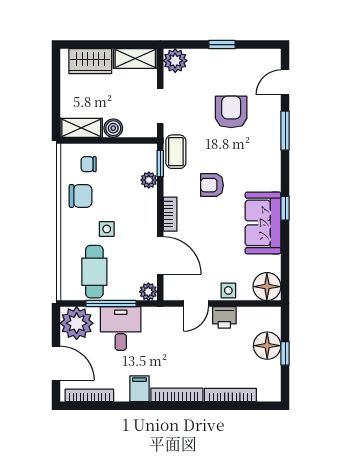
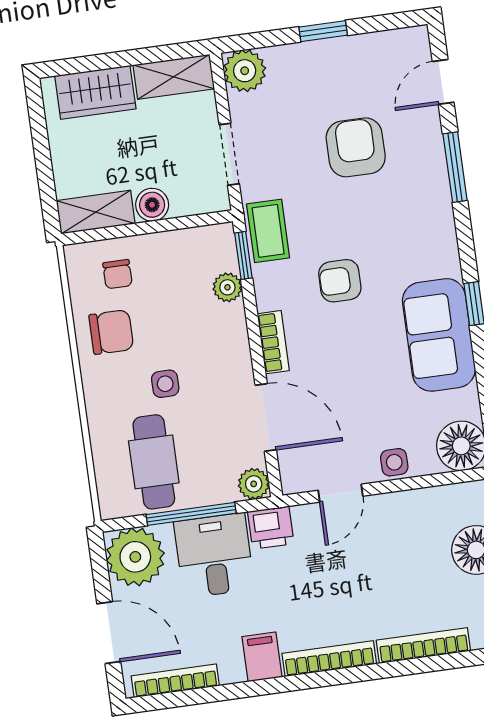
chair: (89, 164) -> (118, 274), turned -90
printer: (224, 317) -> (271, 528), moved

